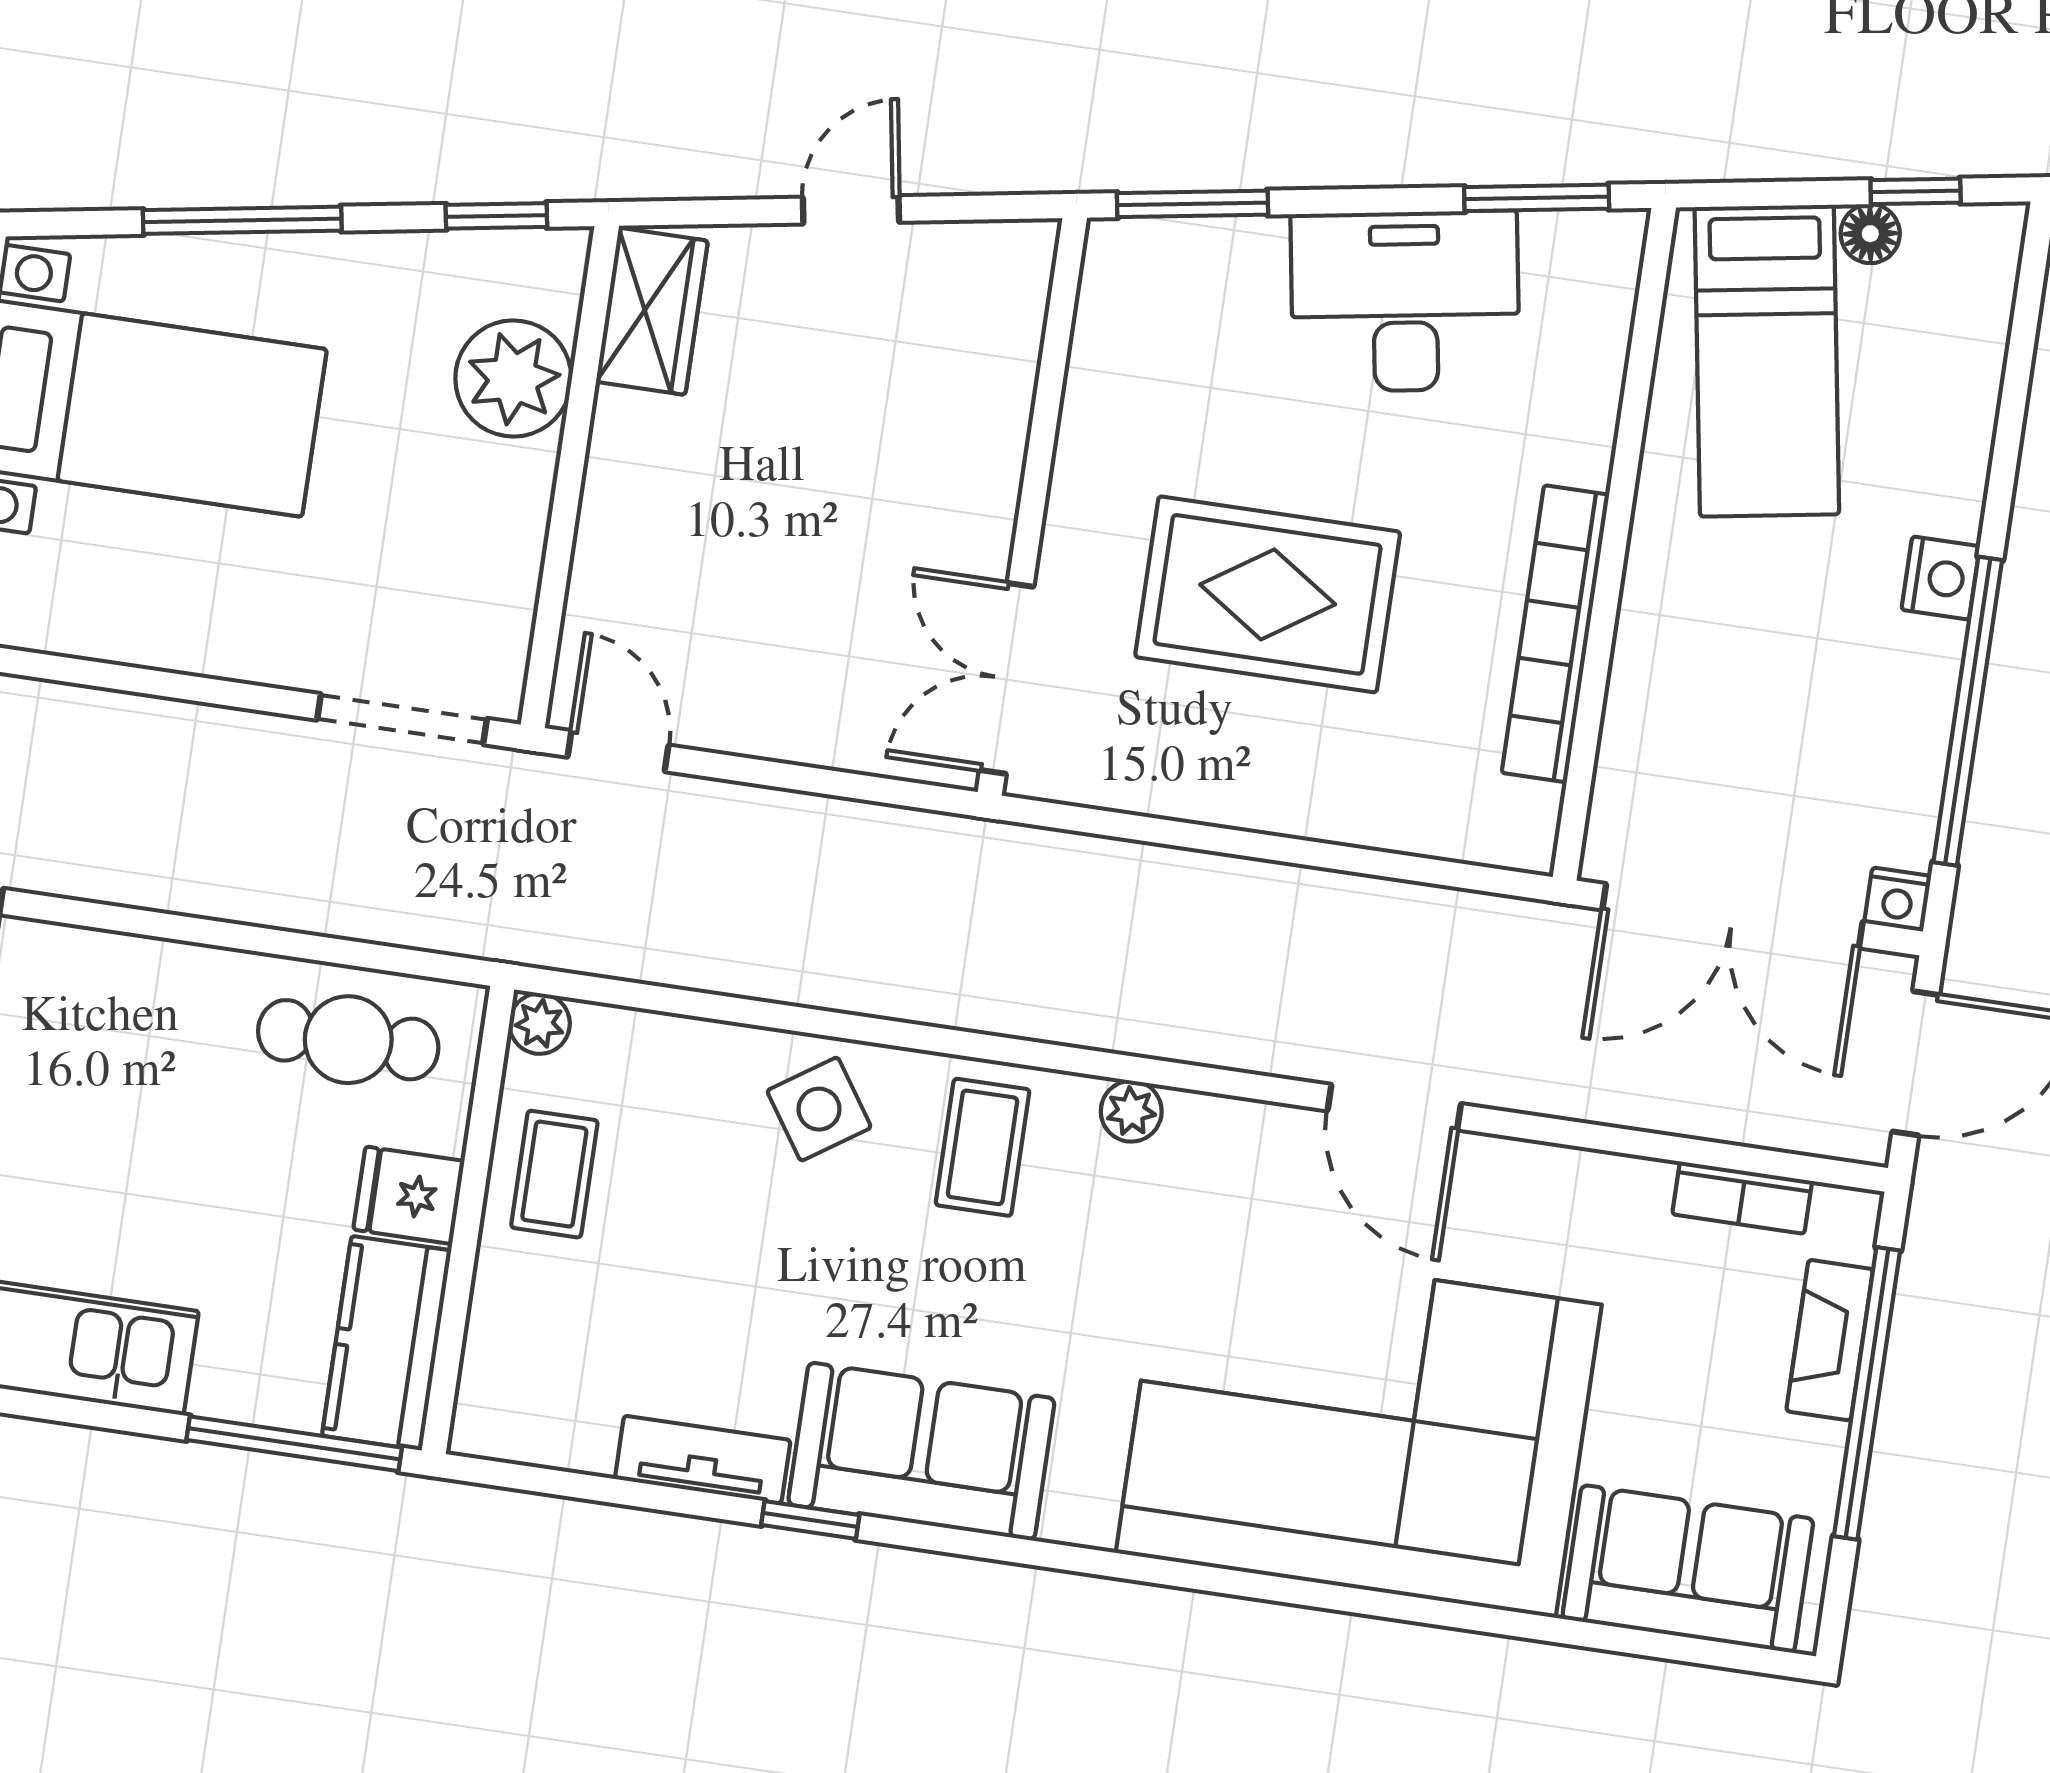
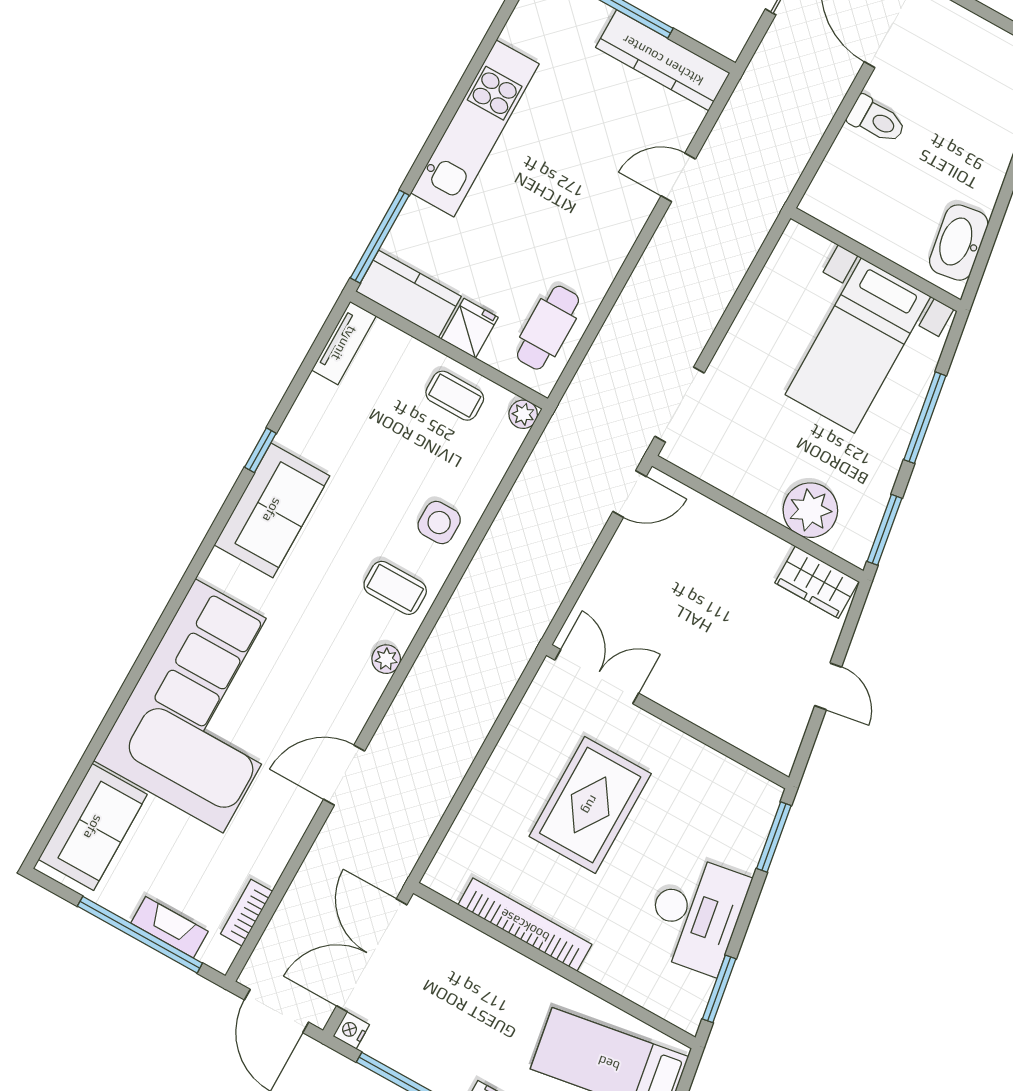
window: (496, 216) -> (885, 530), width x1.50
side table: (819, 1109) -> (439, 523), turned 34
tv unit: (703, 1460) -> (344, 343), moved

